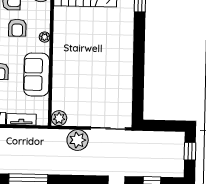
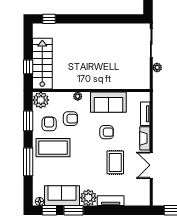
plant: (59, 118) -> (144, 83), removed
plant: (78, 140) -> (157, 68), width x0.53, depth x0.53

